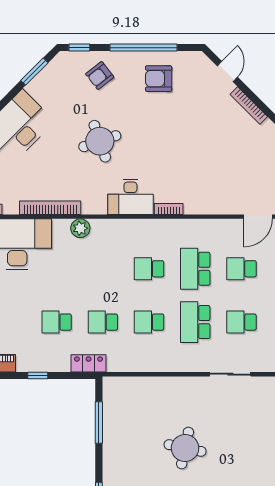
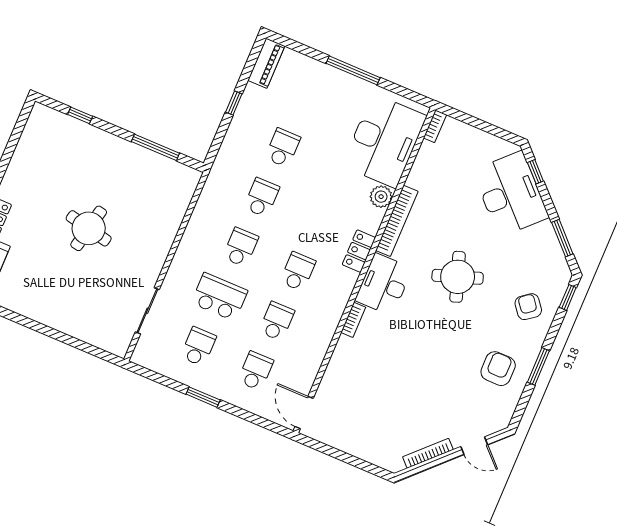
window: (143, 48) -> (538, 366), width x0.47
bookcase: (50, 208) -> (397, 221), moved
plant: (80, 228) -> (381, 197), moved
school desk: (195, 269) -> (277, 321), width x0.54
locker: (89, 363) -> (359, 251), moved, turned 180

